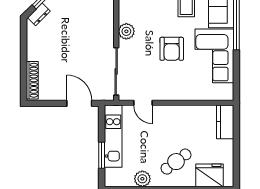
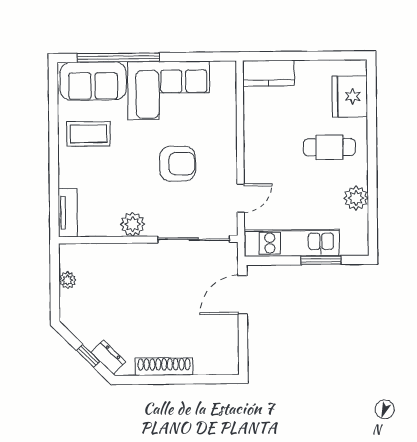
armchair: (172, 49) -> (177, 164), moved
shoe rack: (32, 80) -> (164, 367), moved
cafe table: (176, 162) -> (329, 147), turned -53

